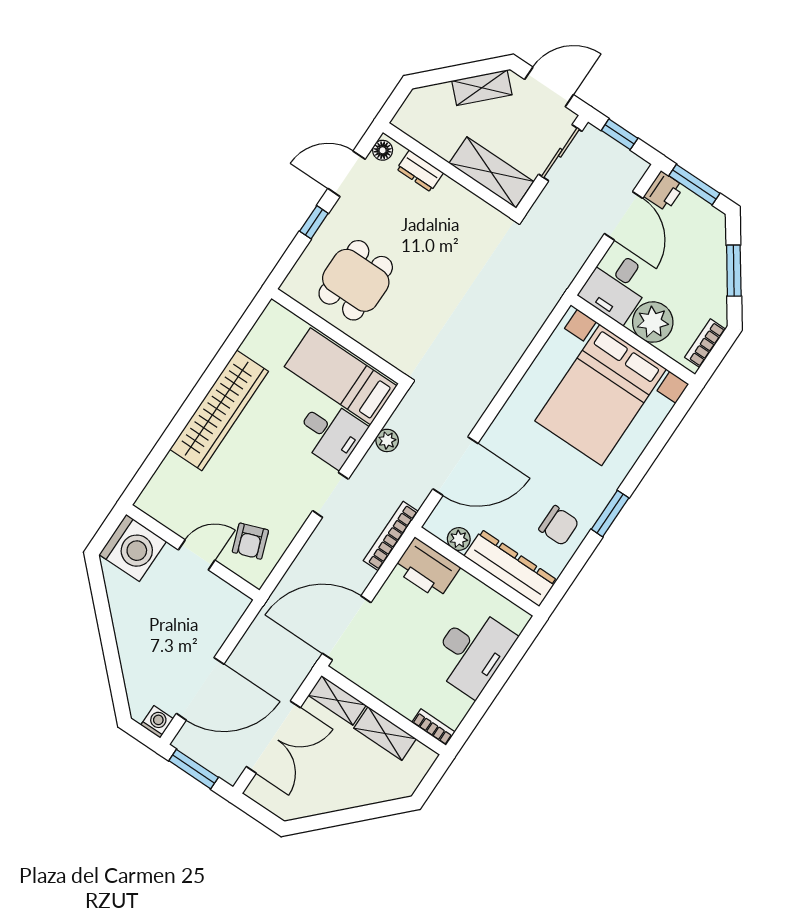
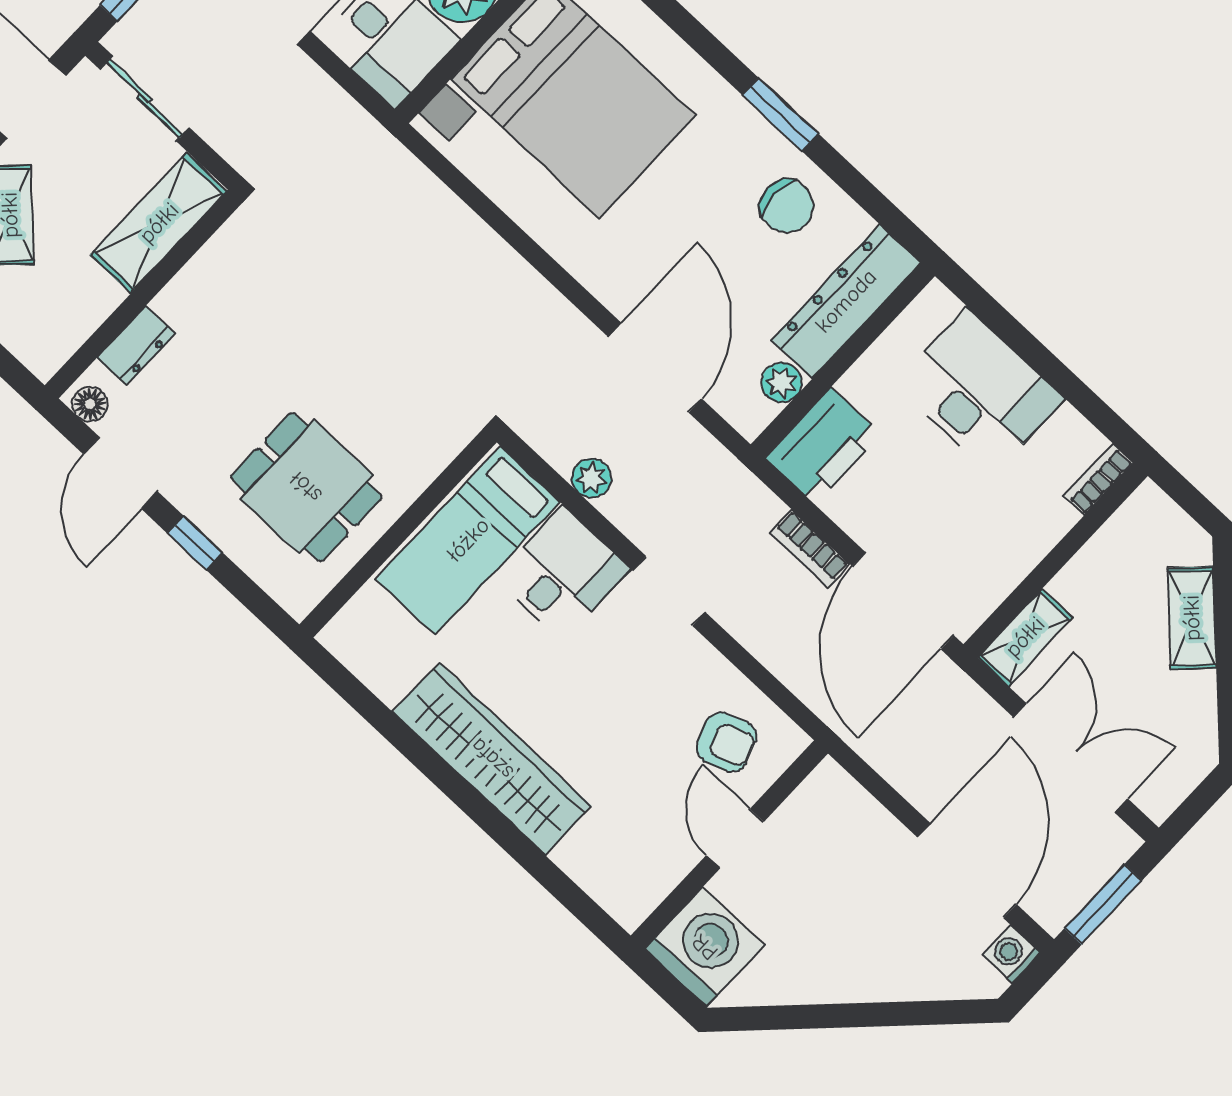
chair: (559, 526) -> (787, 206), turned 90
bookcase: (391, 536) -> (810, 548), moved, width x0.64
shelving: (385, 734) -> (1192, 618), moved, turned -45

